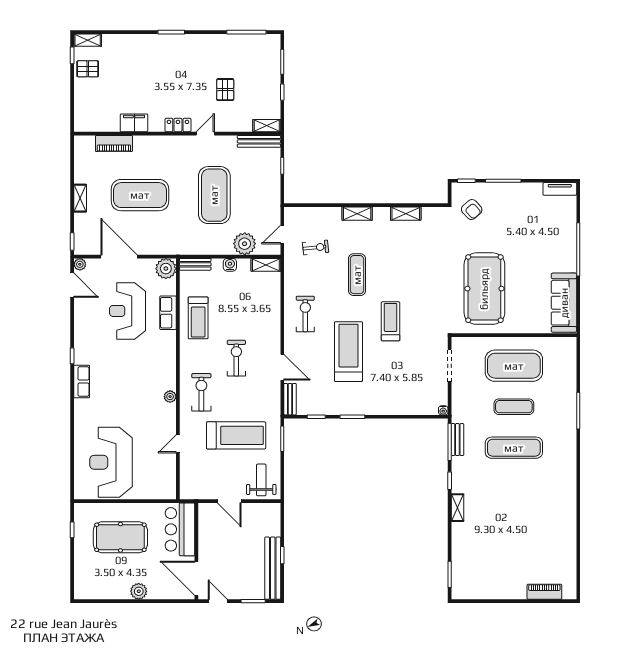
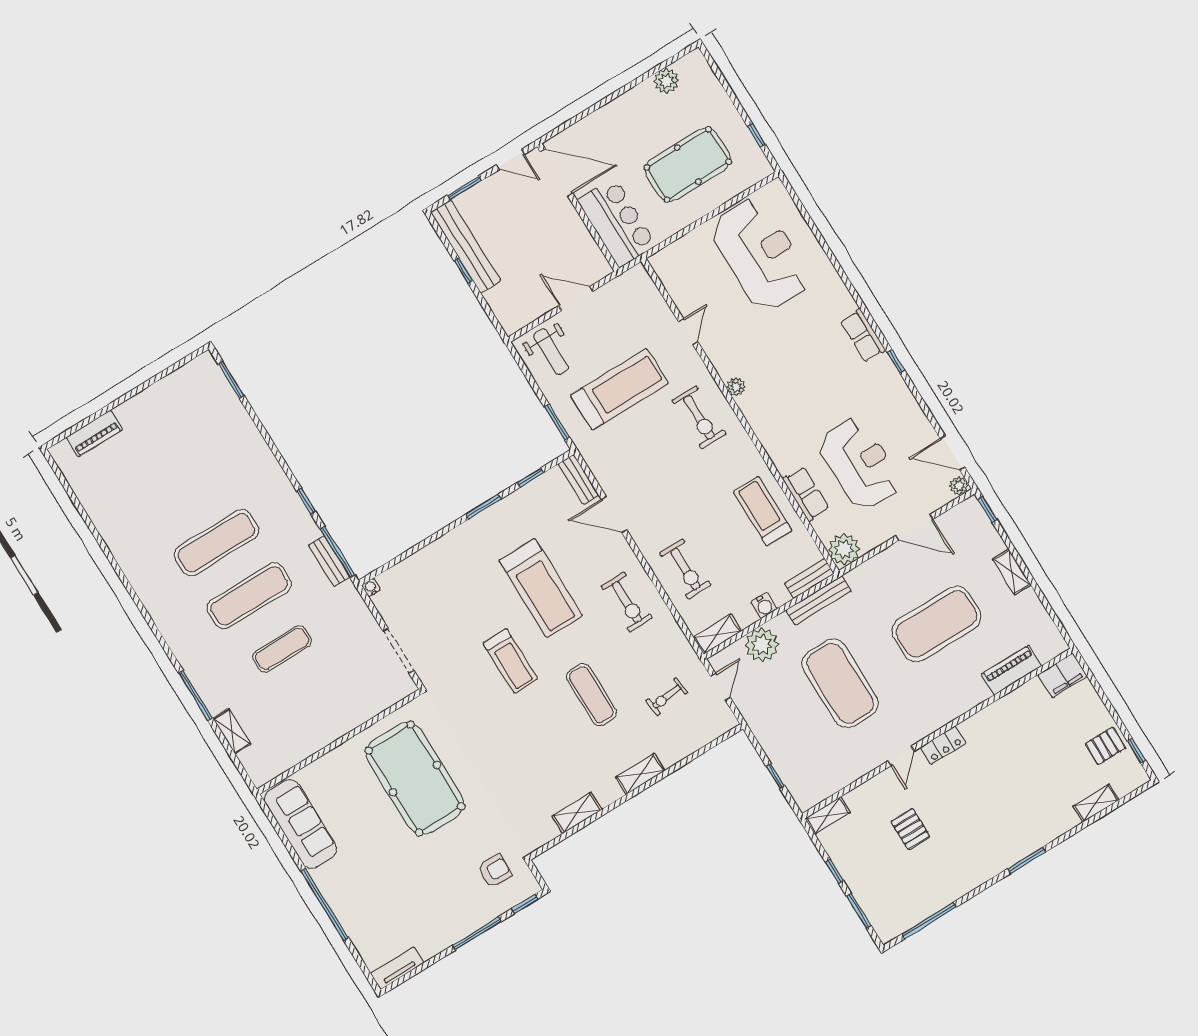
shelving: (88, 40) -> (1096, 803), moved
filing cabinet: (134, 123) -> (1063, 675), moved
bench: (259, 141) -> (819, 600), moved
armchair: (472, 210) -> (495, 871), turned 134
door: (119, 257) -> (914, 527), width x0.73
exercise bike: (236, 358) -> (685, 569), moved
exercise mat: (514, 366) -> (216, 543), moved, width x0.68
treadmill: (236, 435) -> (619, 389), turned 180
shelving: (457, 508) -> (232, 731), moved
plant: (139, 591) -> (666, 81), moved

